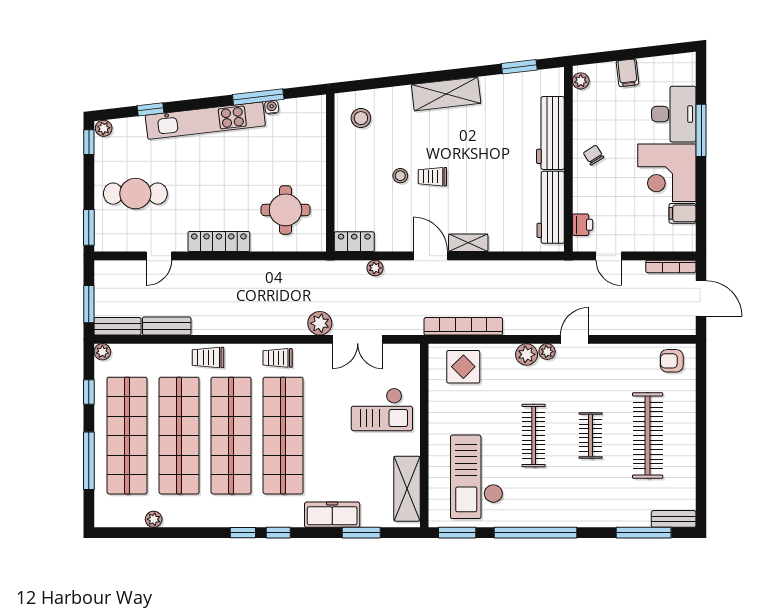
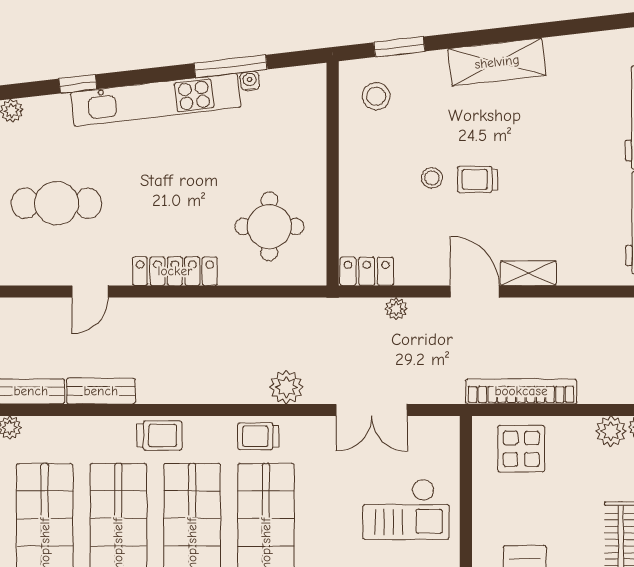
window: (519, 67) -> (399, 47), moved
plant: (320, 323) -> (286, 387), moved
trolley: (208, 357) -> (159, 436), turned 180

